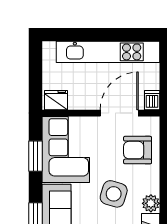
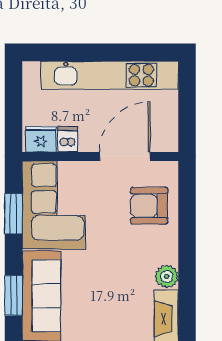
dishwasher: (152, 100) -> (67, 139), moved
side table: (114, 194) -> (117, 264), removed

